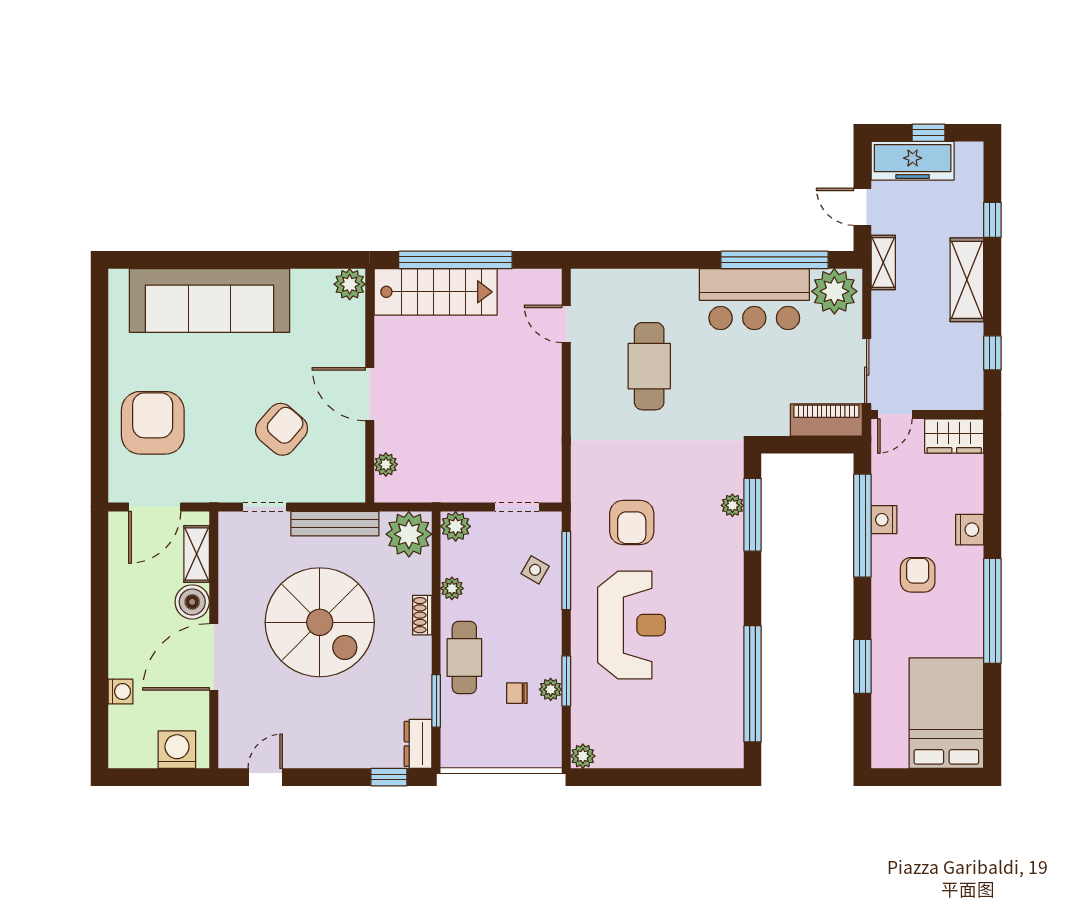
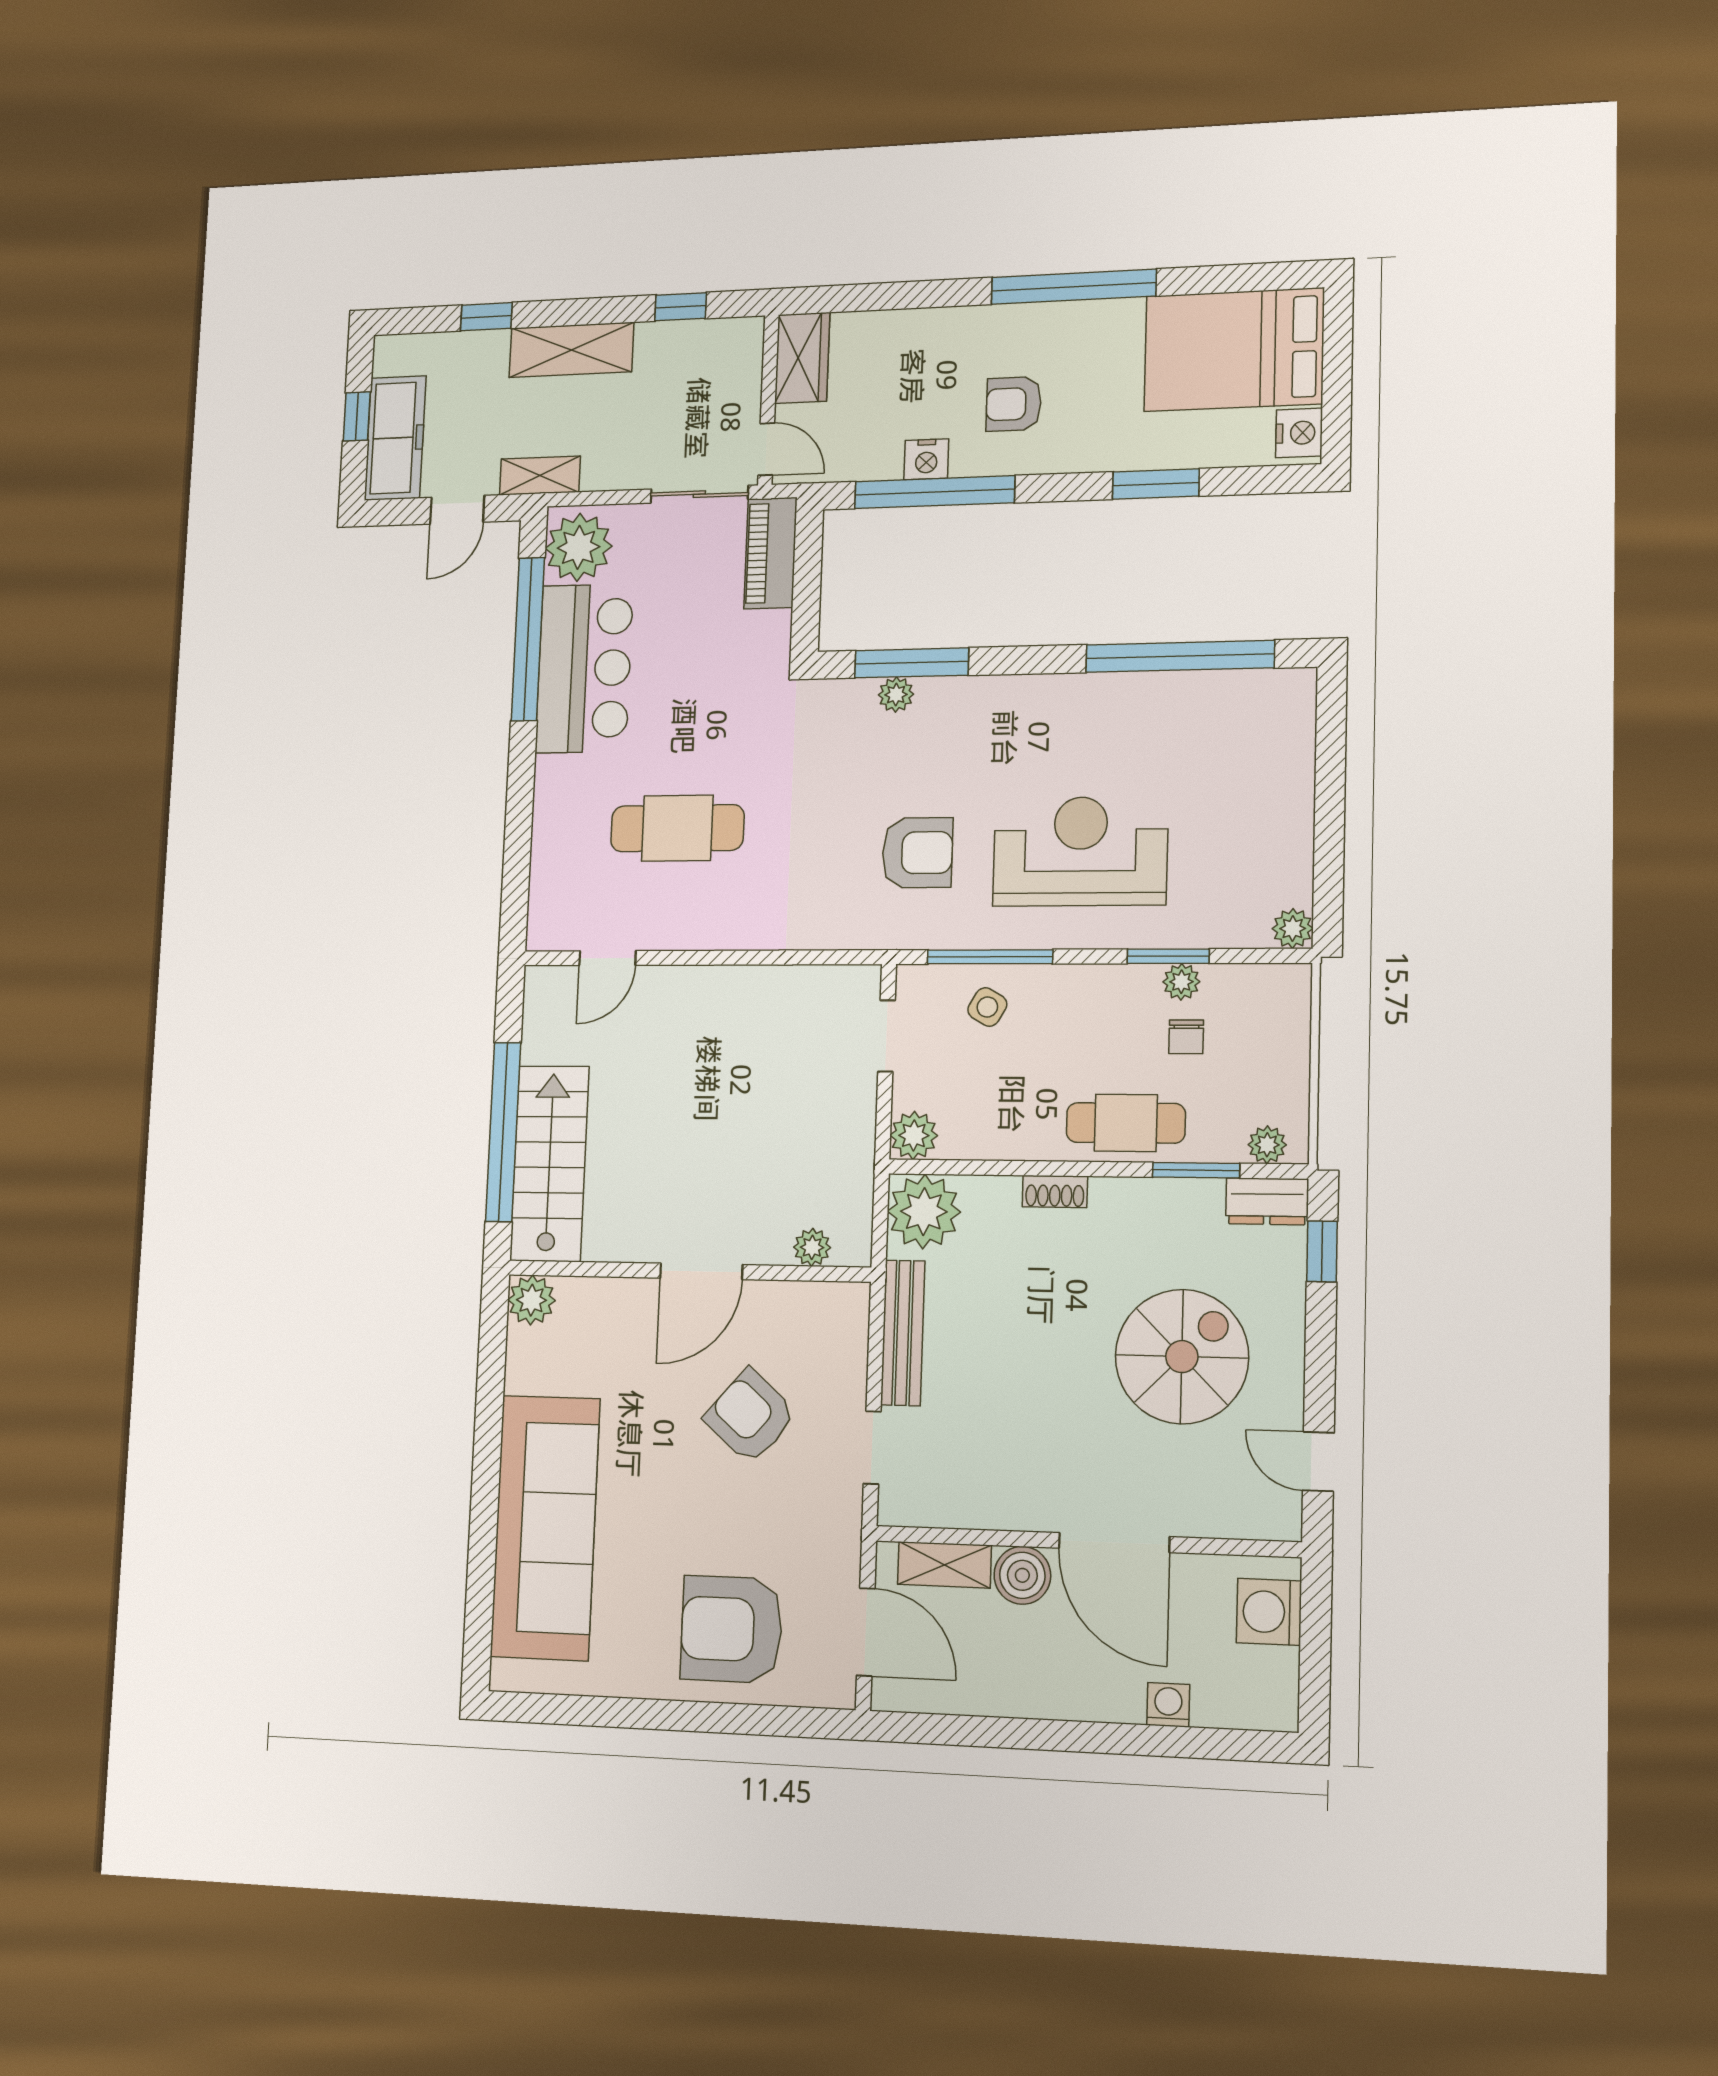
nightstand: (970, 530) -> (1299, 433), moved, turned 90
plant: (452, 588) -> (1267, 1145), moved
spiral stairs: (320, 622) -> (1182, 1357), moved, width x0.73, depth x0.73

